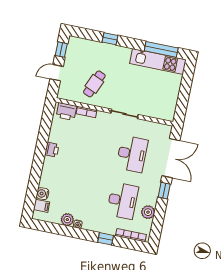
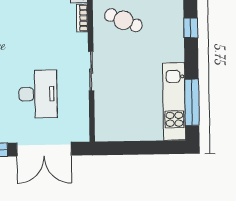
desk: (132, 154) -> (38, 94), turned -90

